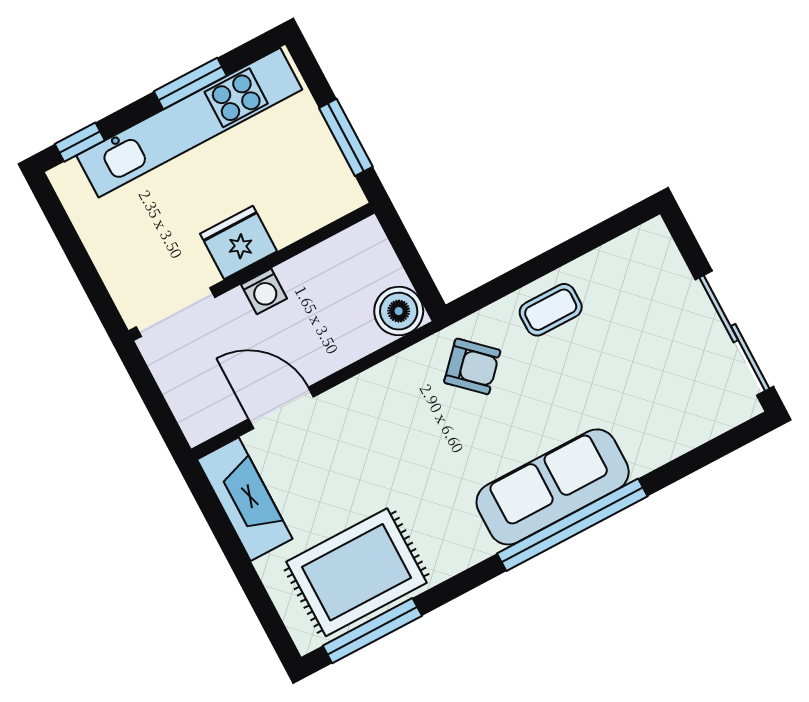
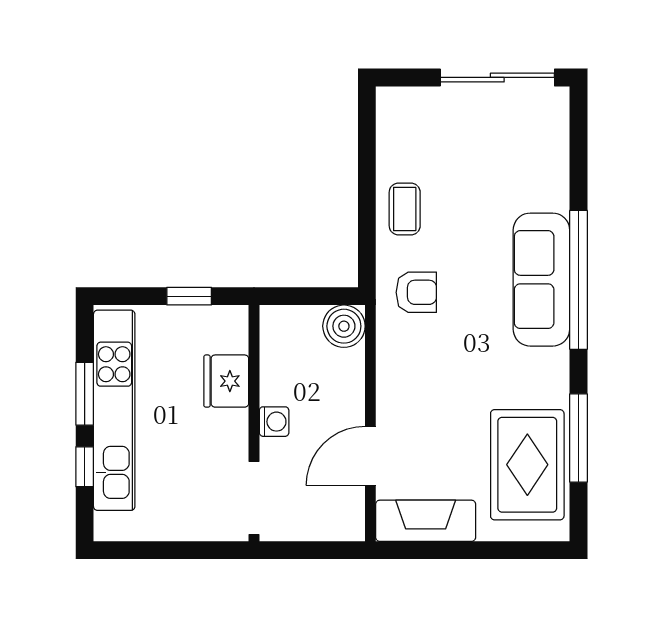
window: (346, 137) -> (189, 296), width x0.67
window: (80, 142) -> (85, 467), moved
fridge: (239, 243) -> (226, 381), moved
armchair: (472, 366) -> (416, 292), turned 47
window: (372, 631) -> (579, 438), moved

